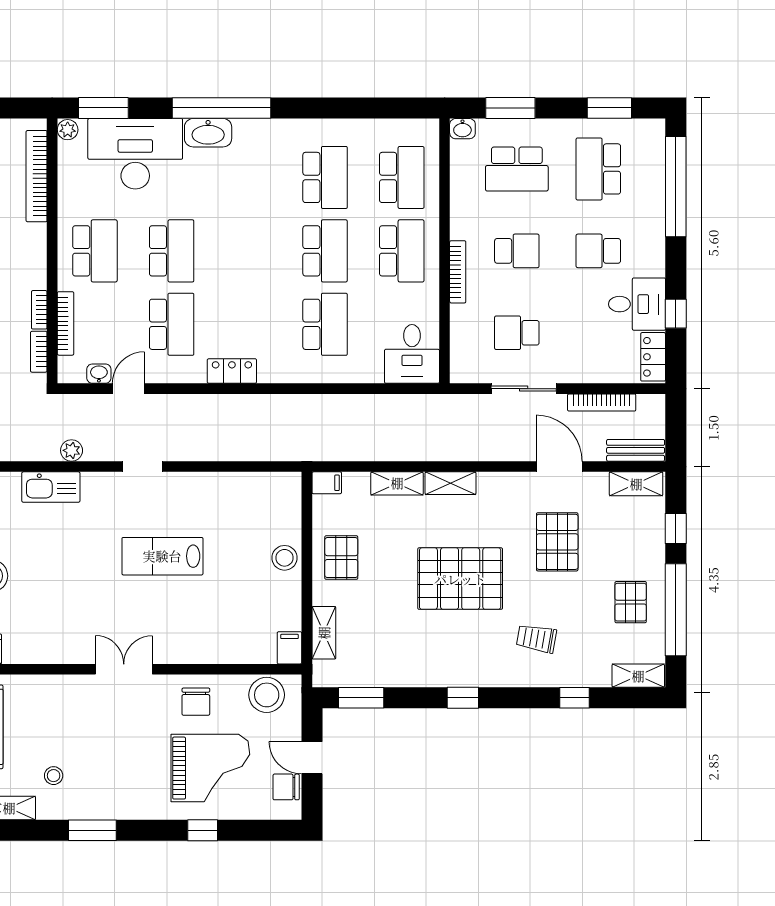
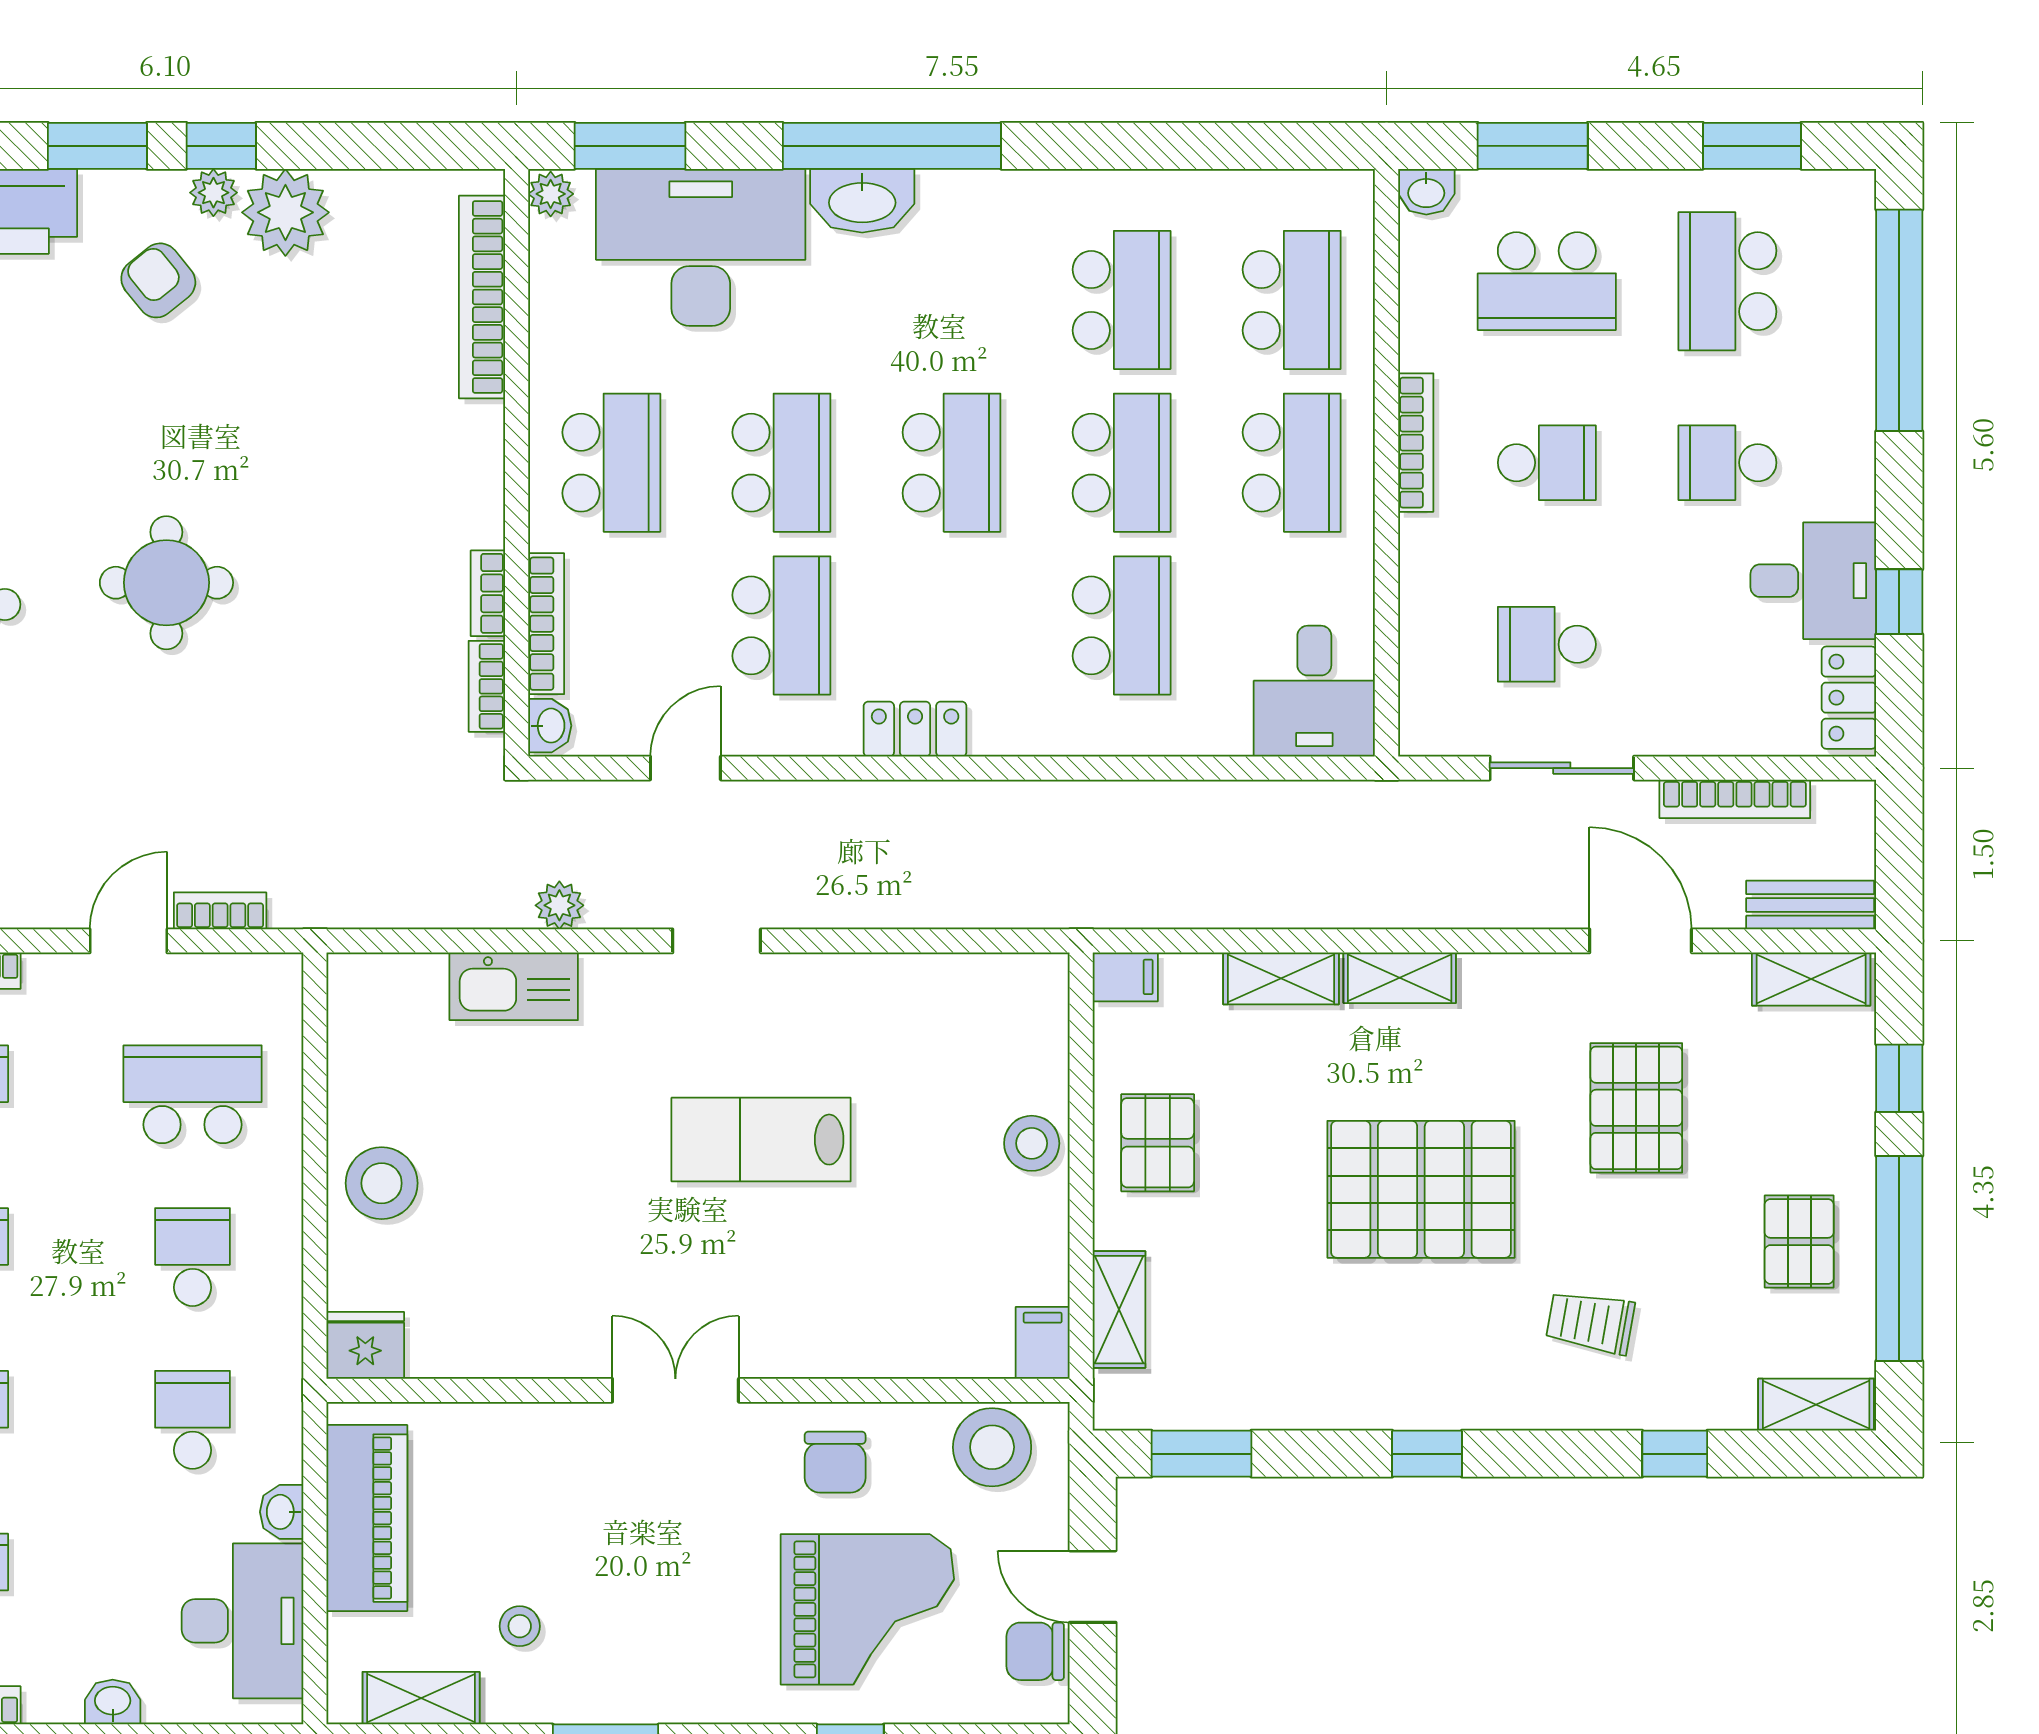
school desk: (248, 251) -> (952, 463), added
bookcase: (458, 272) -> (1416, 443), moved
washbasin: (99, 374) -> (550, 726), moved, turned 90

